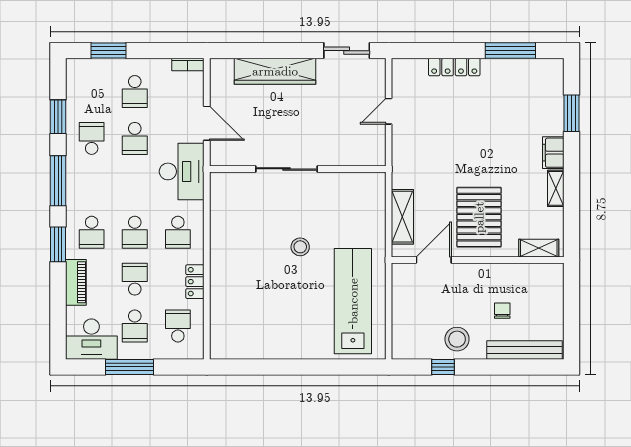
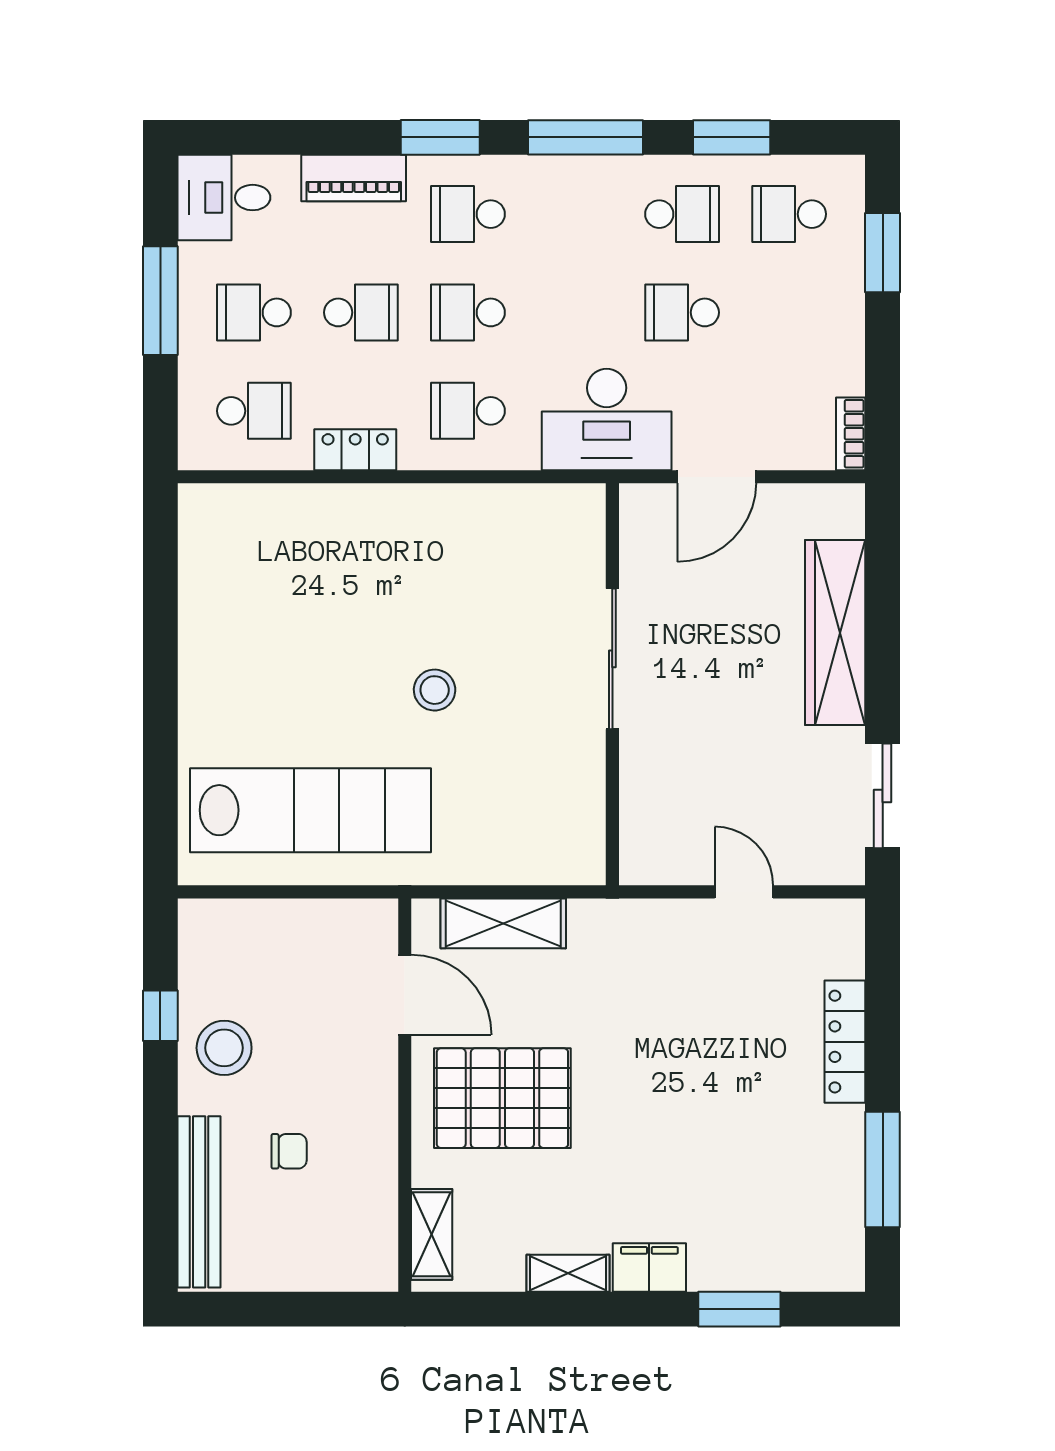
school desk: (135, 92) -> (789, 214), moved
desk: (91, 339) -> (224, 198), width x0.73

